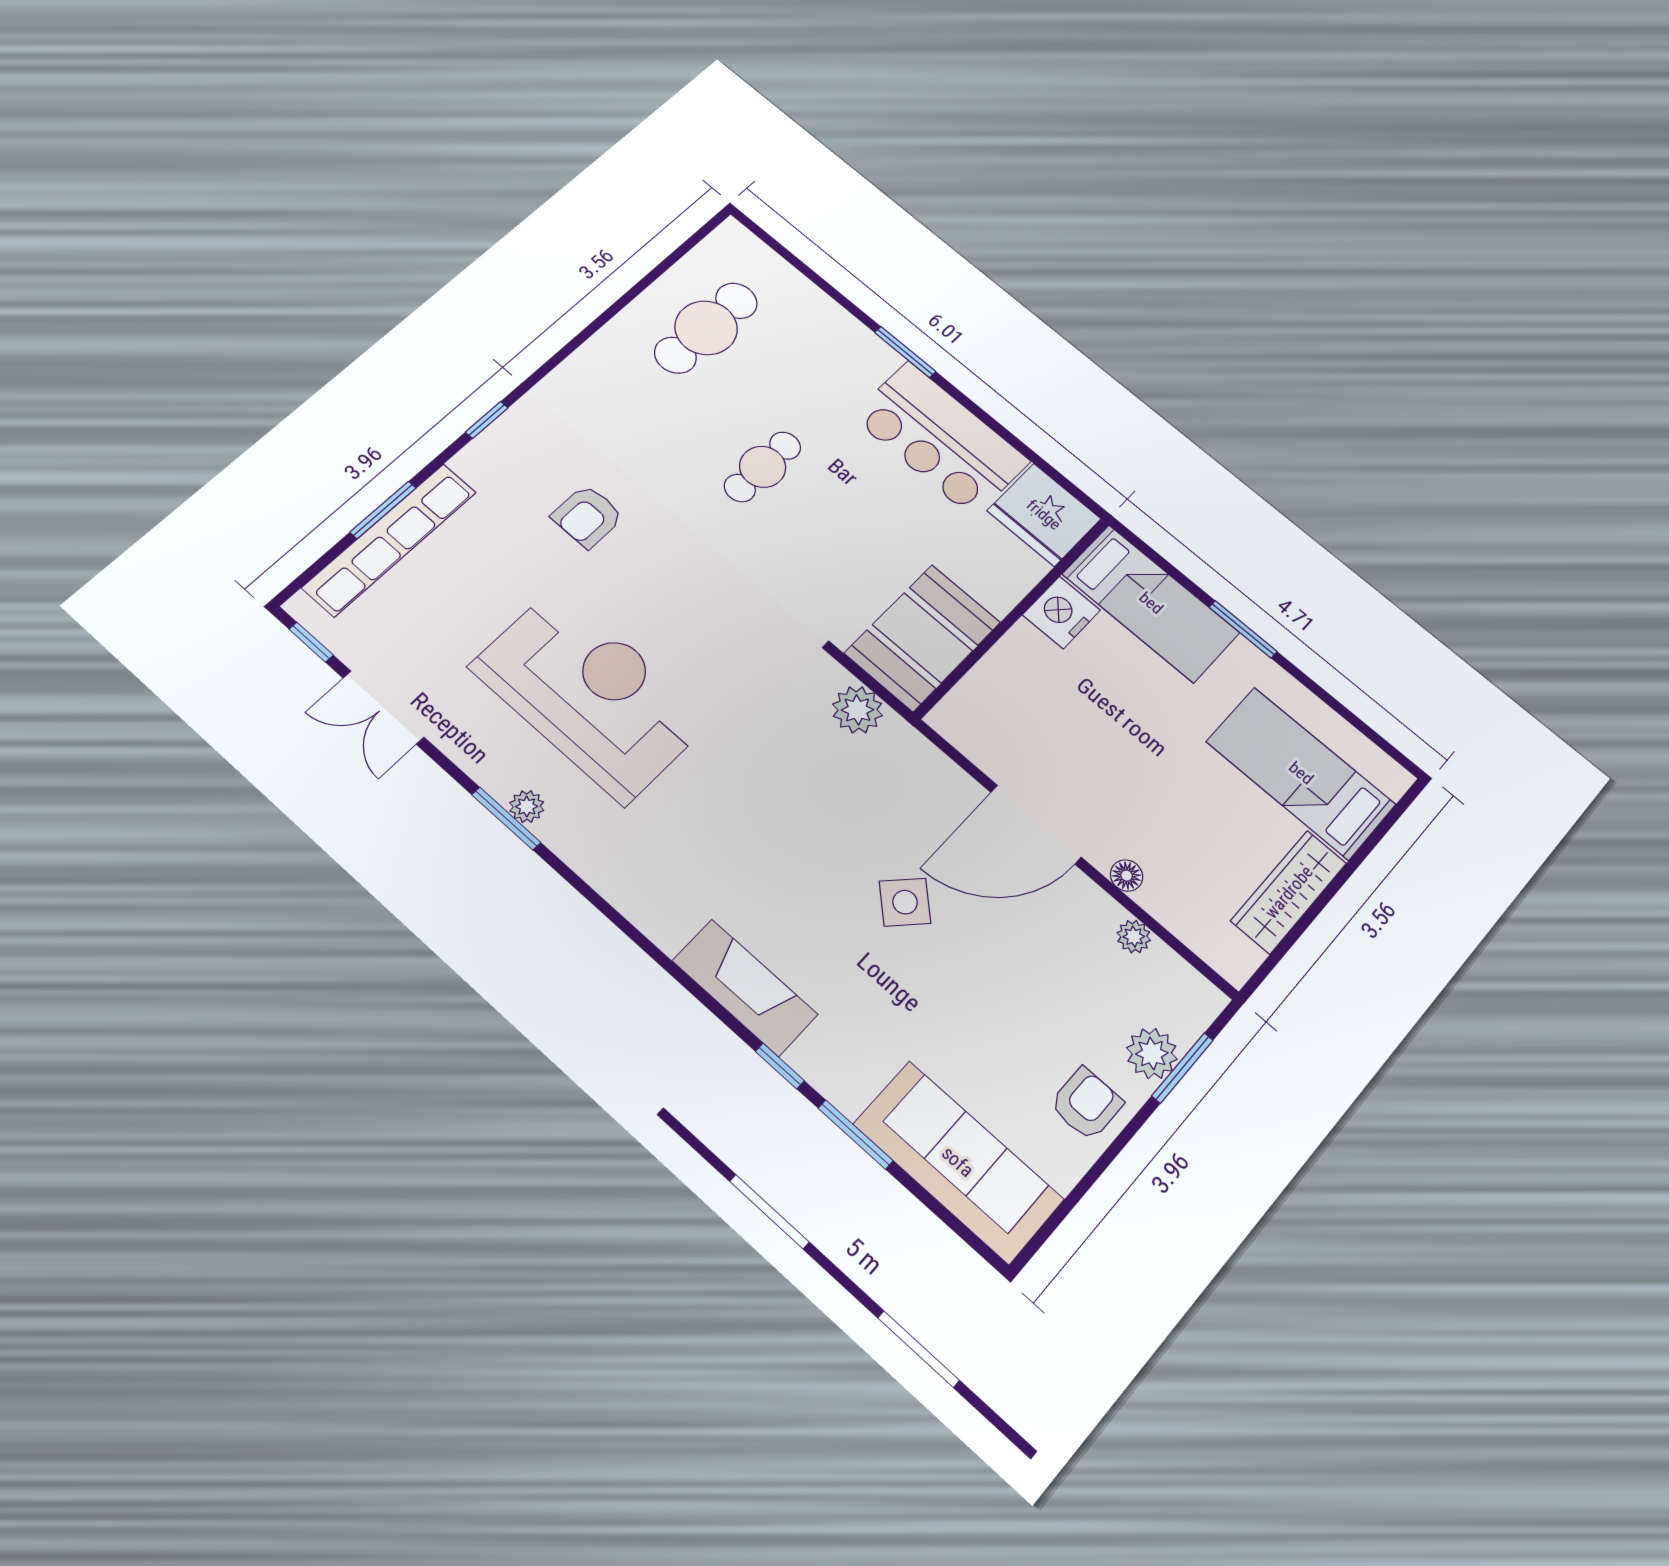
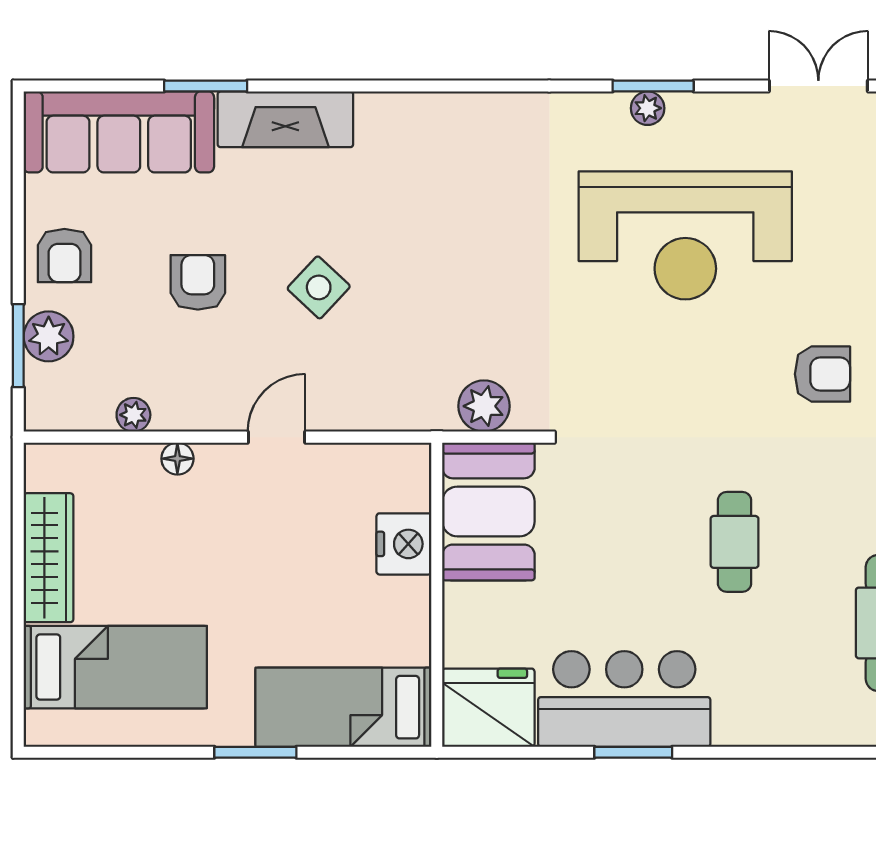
window: (905, 352) -> (633, 752), moved
armchair: (588, 516) -> (822, 374), turned 90
nightstand: (1061, 612) -> (404, 544), moved
door: (1036, 825) -> (276, 437), width x0.53
fireplace: (745, 988) -> (285, 119), moved
armchair: (997, 989) -> (198, 282), added
window: (780, 1066) -> (300, 86), removed

